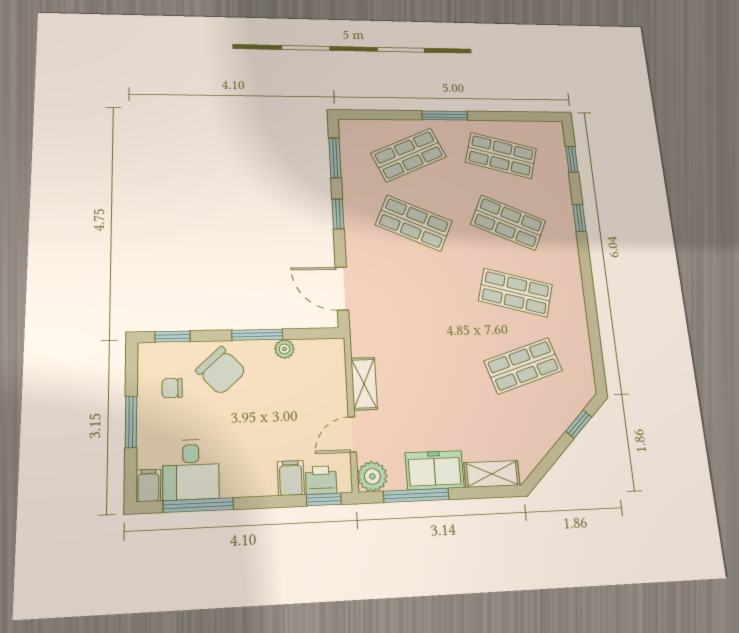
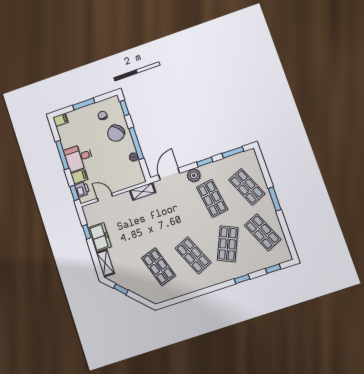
shop shelf: (501, 155) -> (263, 232), turned -39
shop shelf: (414, 223) -> (212, 198), turned -33
shop shelf: (516, 293) -> (193, 255), turned -39
window: (257, 335) -> (136, 143), width x1.44
shelving: (364, 384) -> (143, 191), moved
window: (579, 424) -> (121, 289), moved
desk: (191, 470) -> (79, 157), moved
plant: (372, 476) -> (194, 175), moved
window: (416, 495) -> (87, 232), width x0.46
window: (198, 505) -> (62, 155), moved

